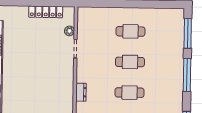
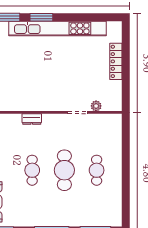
locker: (46, 12) -> (116, 61), moved
cafe table: (130, 62) -> (64, 170), width x1.37, depth x1.35

